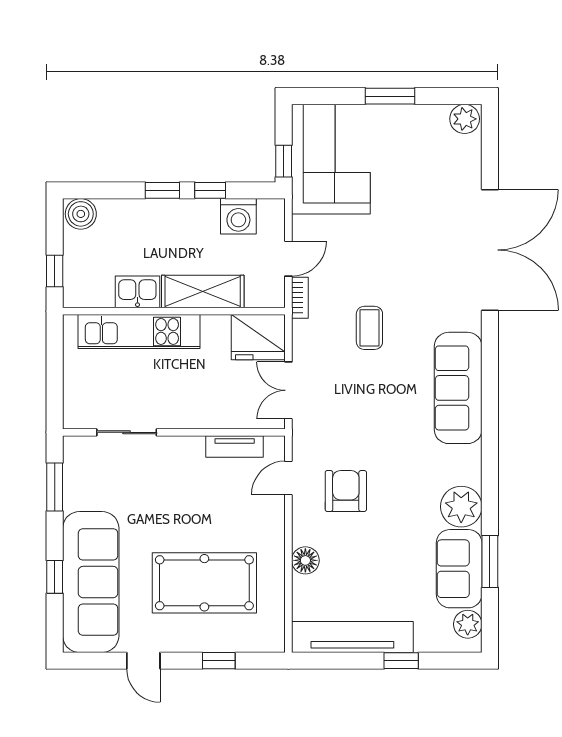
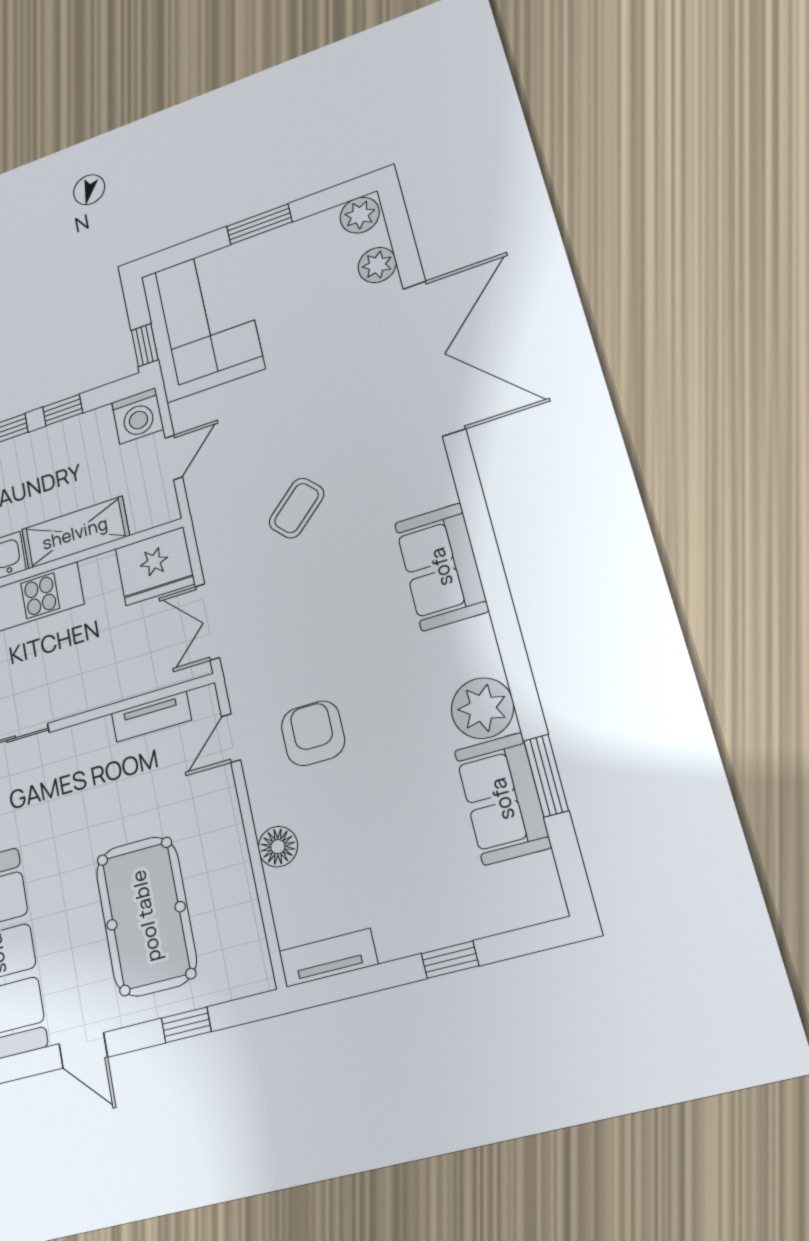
washing machine: (238, 216) -> (138, 416), moved
bookcase: (300, 298) -> (198, 500), removed
coffee table: (369, 328) -> (296, 508), turned 47
sofa: (458, 388) -> (441, 567), width x0.73
pool table: (204, 583) -> (146, 916), turned 90
plant: (468, 624) -> (377, 265), moved
tv unit: (352, 637) -> (328, 958), width x0.52, depth x0.78

